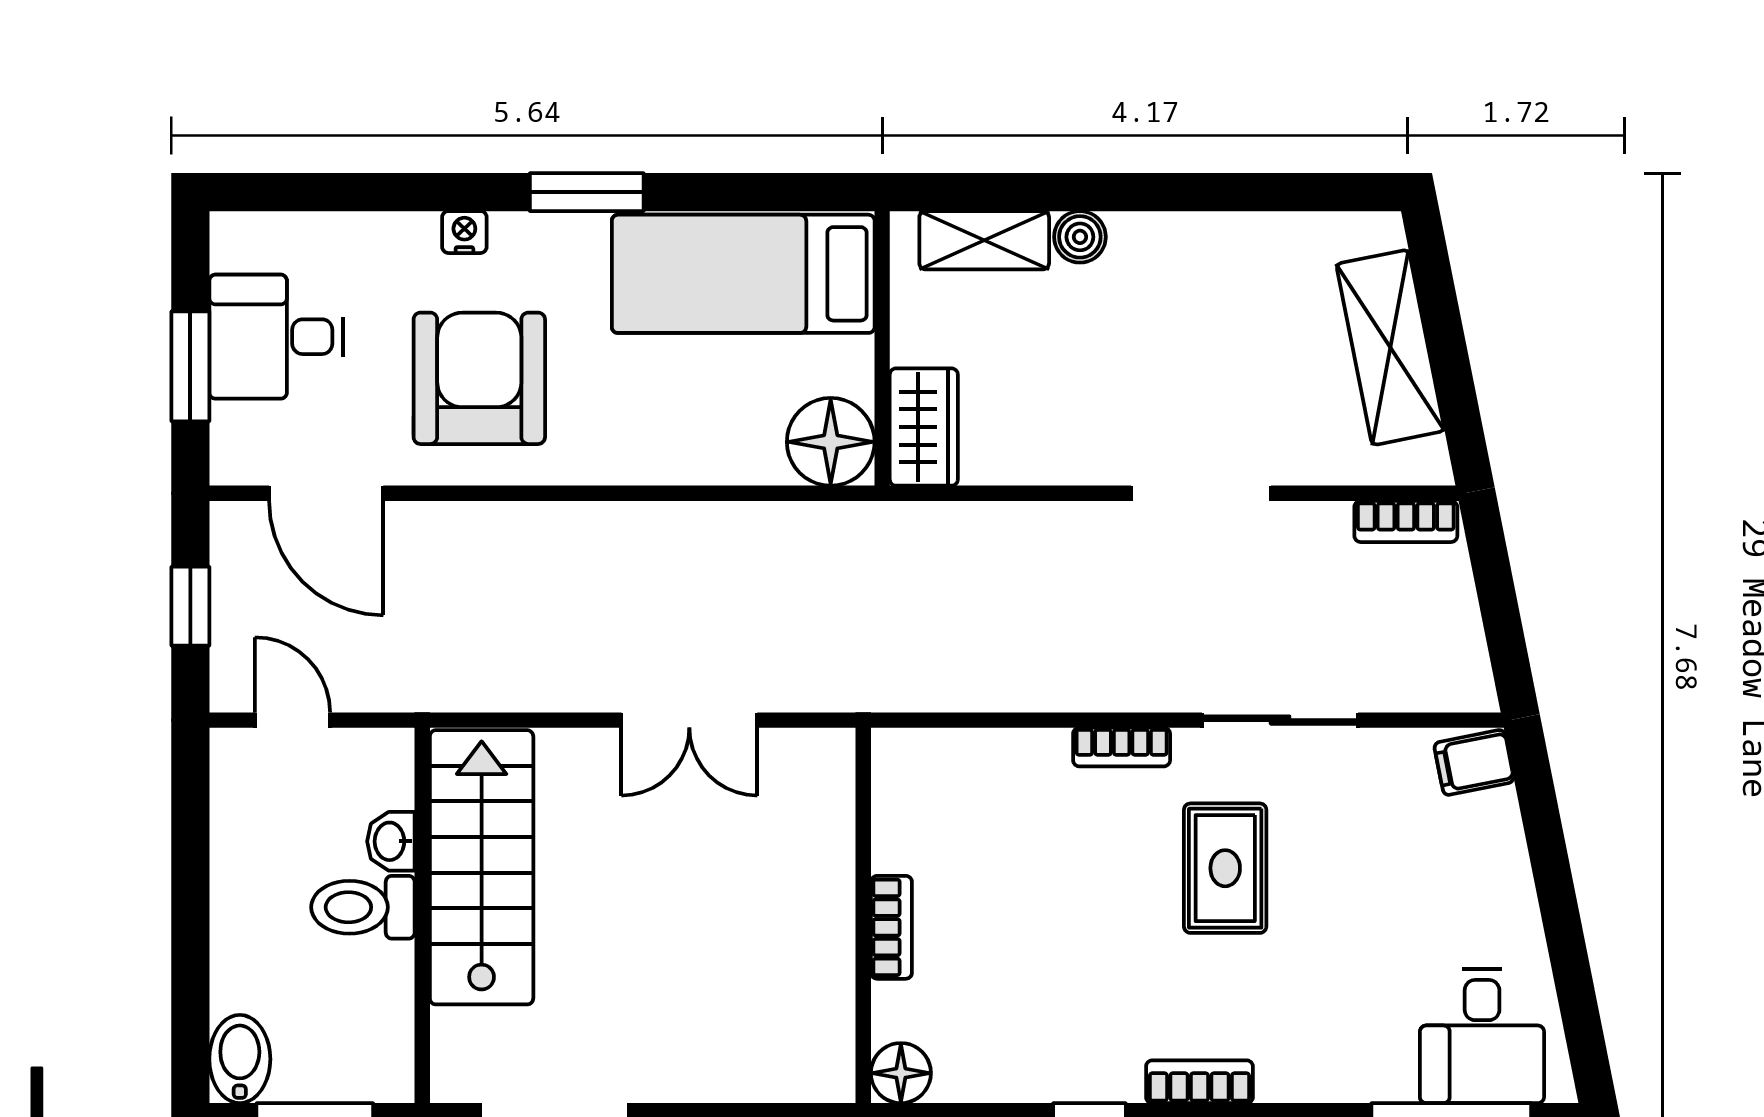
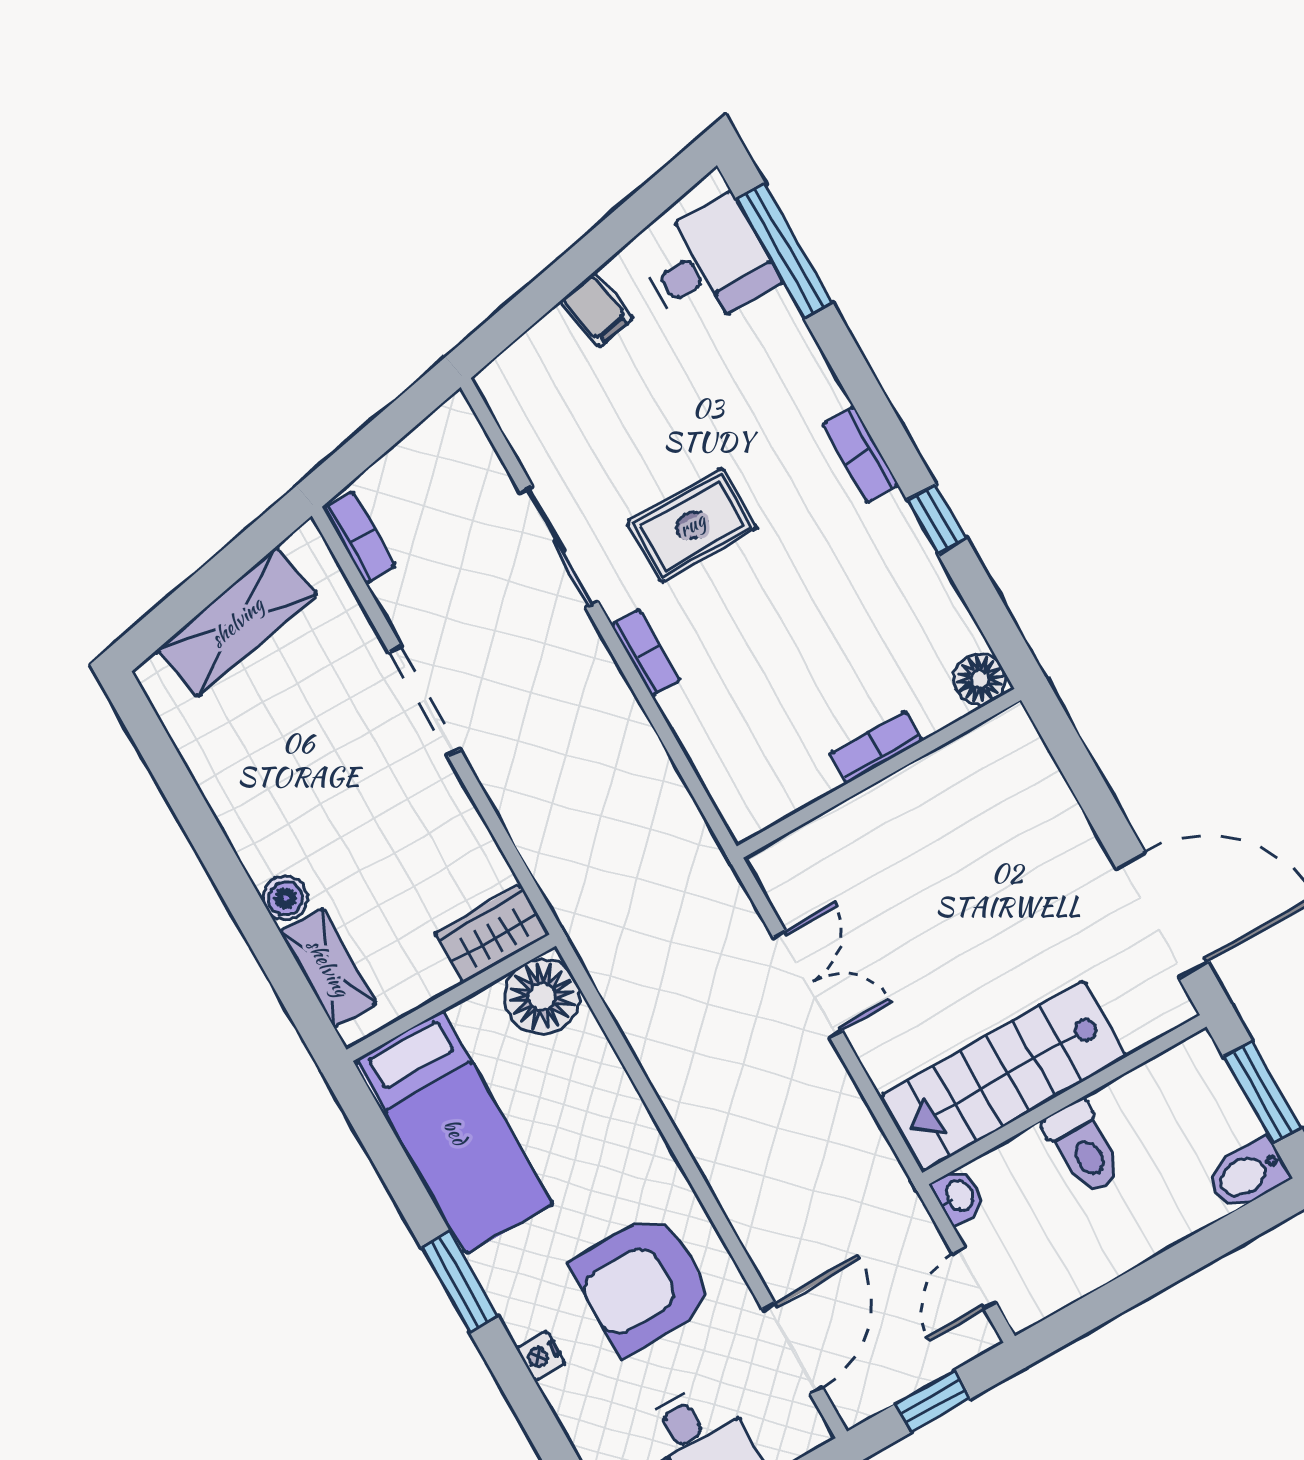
filing cabinet: (1474, 762) -> (597, 310), moved
washbasin: (391, 841) -> (959, 1196), moved, turned -90

